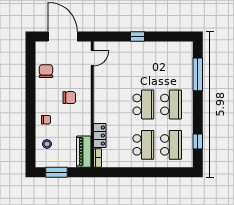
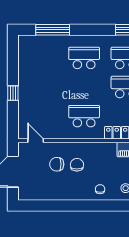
chair: (46, 71) -> (57, 164), moved
school desk: (143, 104) -> (84, 116), moved

